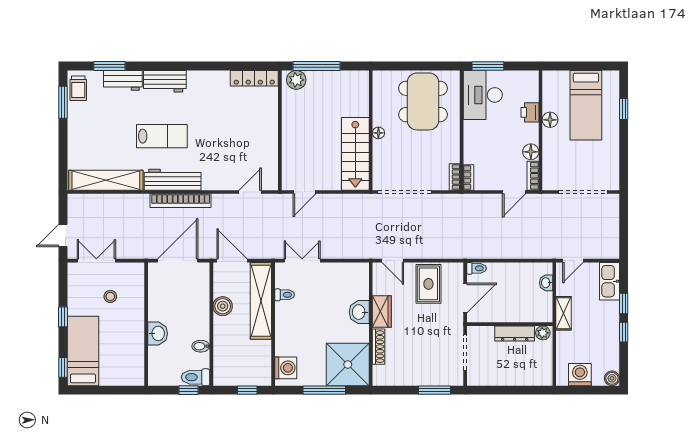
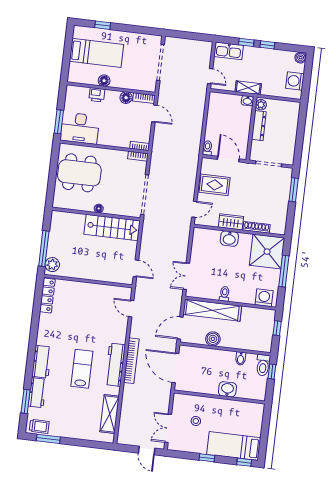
shelving: (106, 180) -> (110, 414), width x0.68
washbasin: (546, 283) -> (247, 101), moved
toilet: (285, 295) -> (225, 294), moved

